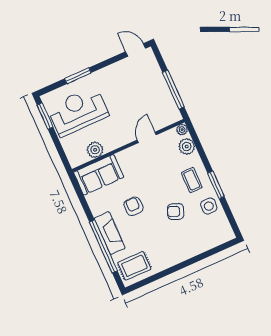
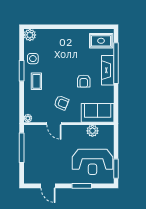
door: (135, 50) -> (48, 186), moved
door: (147, 137) -> (54, 124), hinge flipped
plant: (187, 147) -> (30, 35), moved
armchair: (176, 211) -> (61, 103), moved

